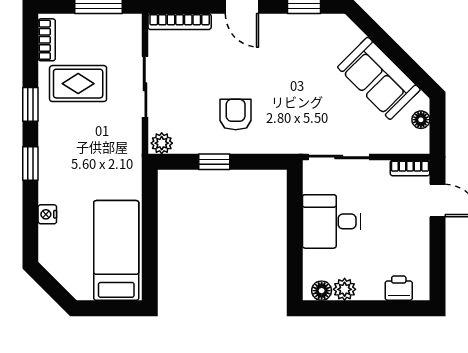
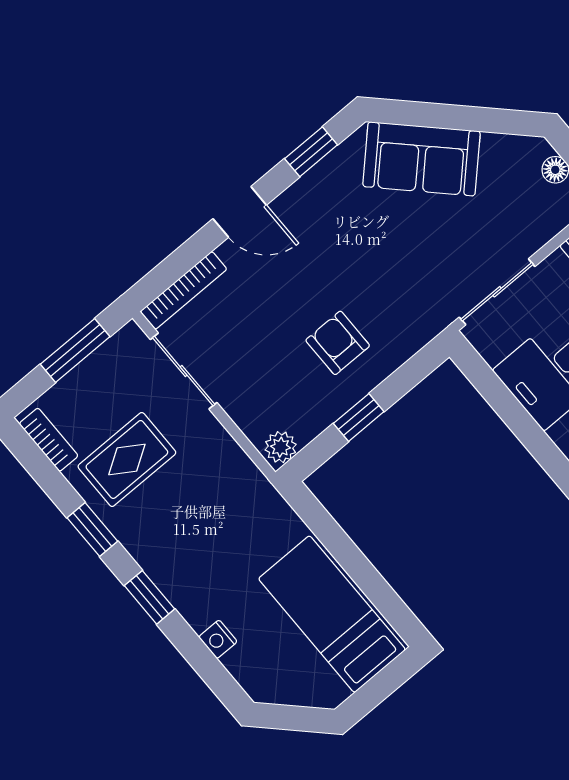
sofa: (379, 78) -> (422, 159), moved
sliding door: (145, 87) -> (184, 371), moved

